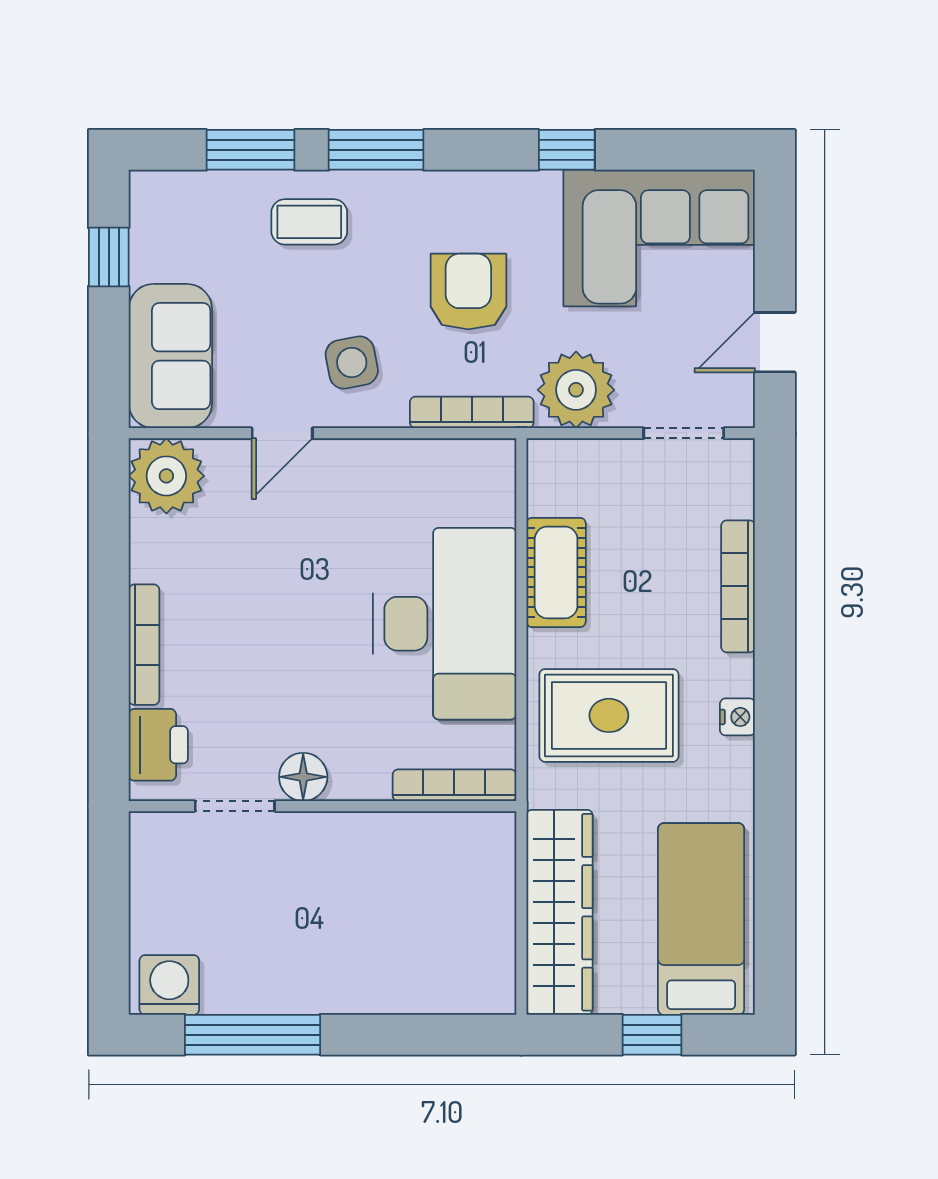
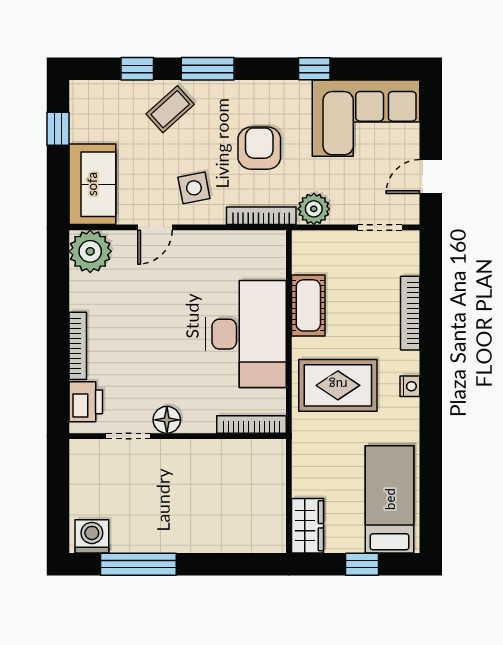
window: (250, 150) -> (137, 69), width x0.67
coffee table: (309, 222) -> (170, 109), turned -42
plant: (576, 390) -> (314, 209), width x0.73, depth x0.73
wardrobe: (559, 912) -> (308, 526), width x0.48, depth x0.85

